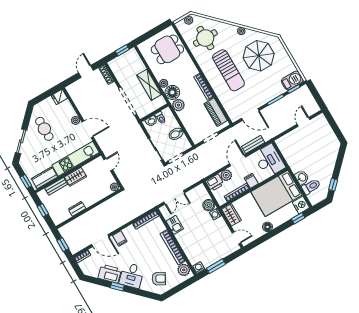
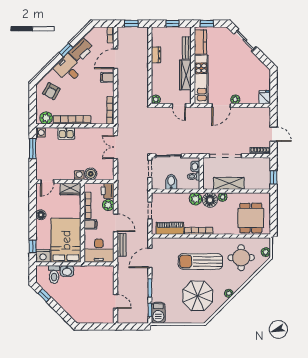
cafe table: (44, 129) -> (244, 67), removed
wardrobe: (75, 177) -> (185, 75), width x1.50
kitchen sink: (175, 225) -> (66, 133), moved

